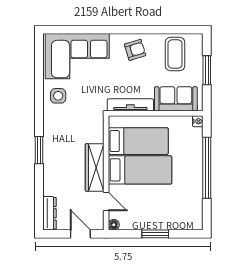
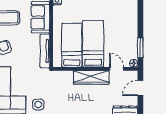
door: (106, 202) -> (116, 69), hinge flipped
window: (155, 234) -> (140, 48), moved

